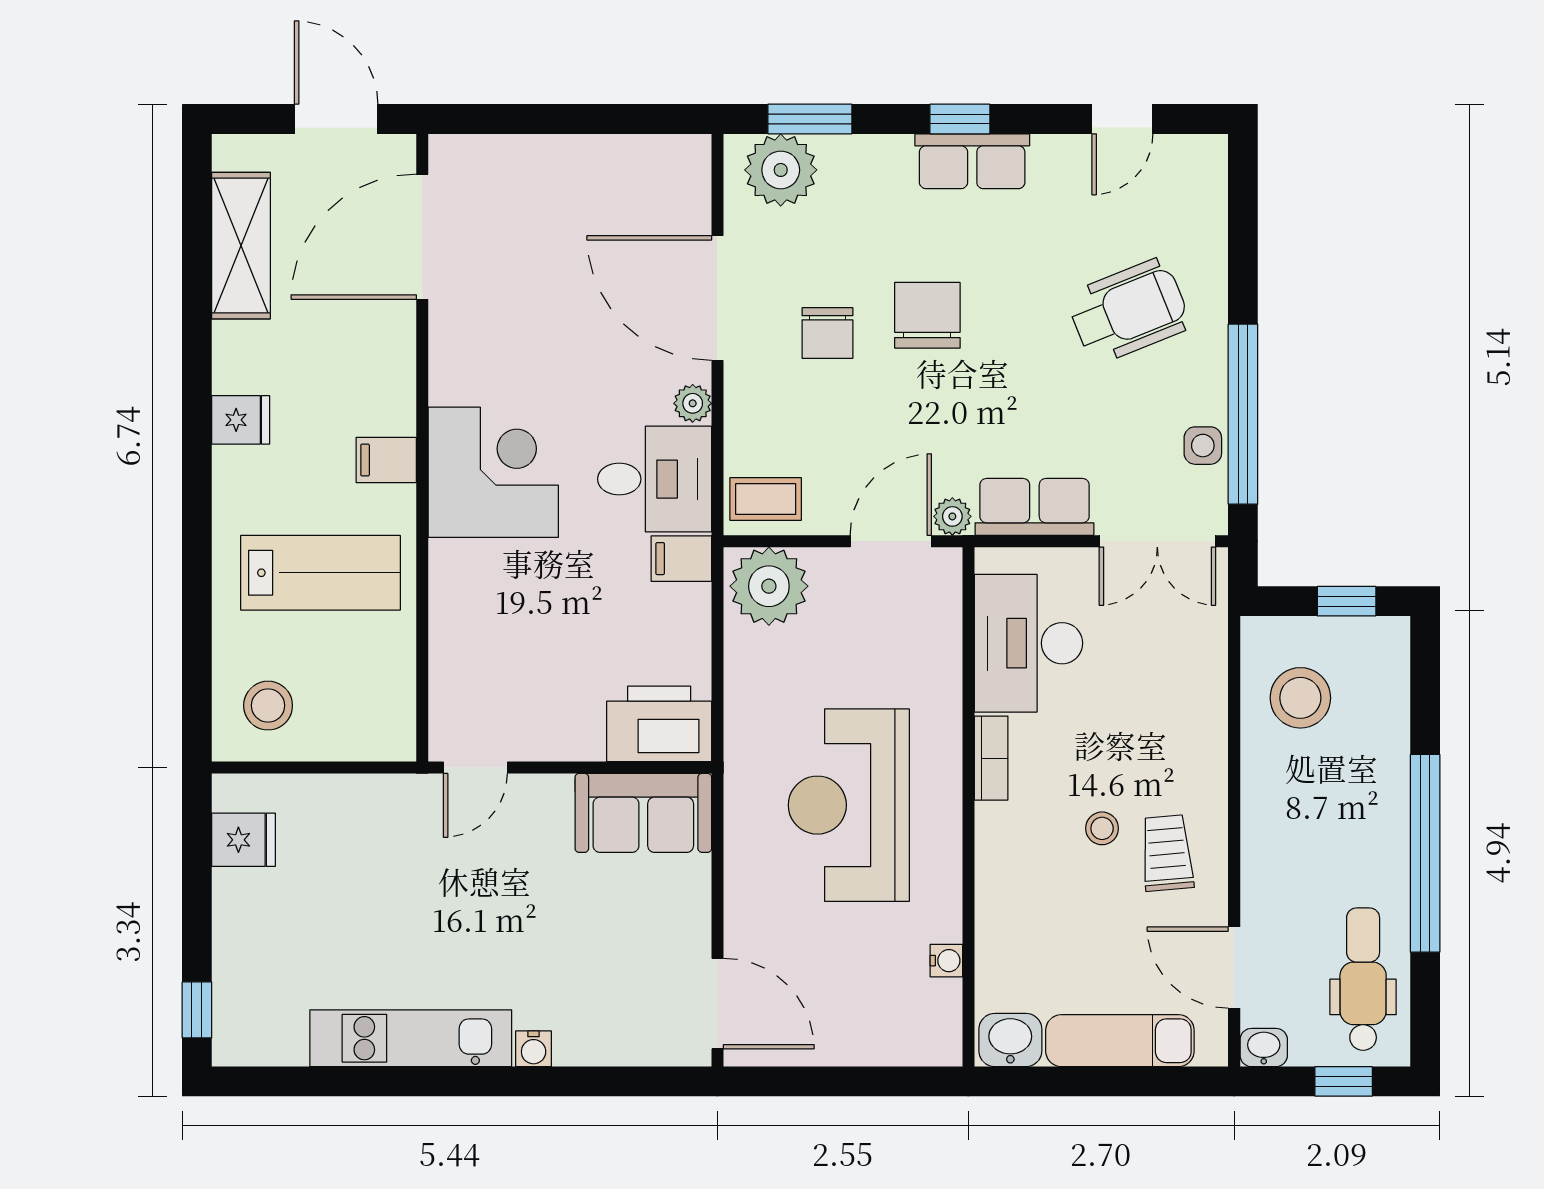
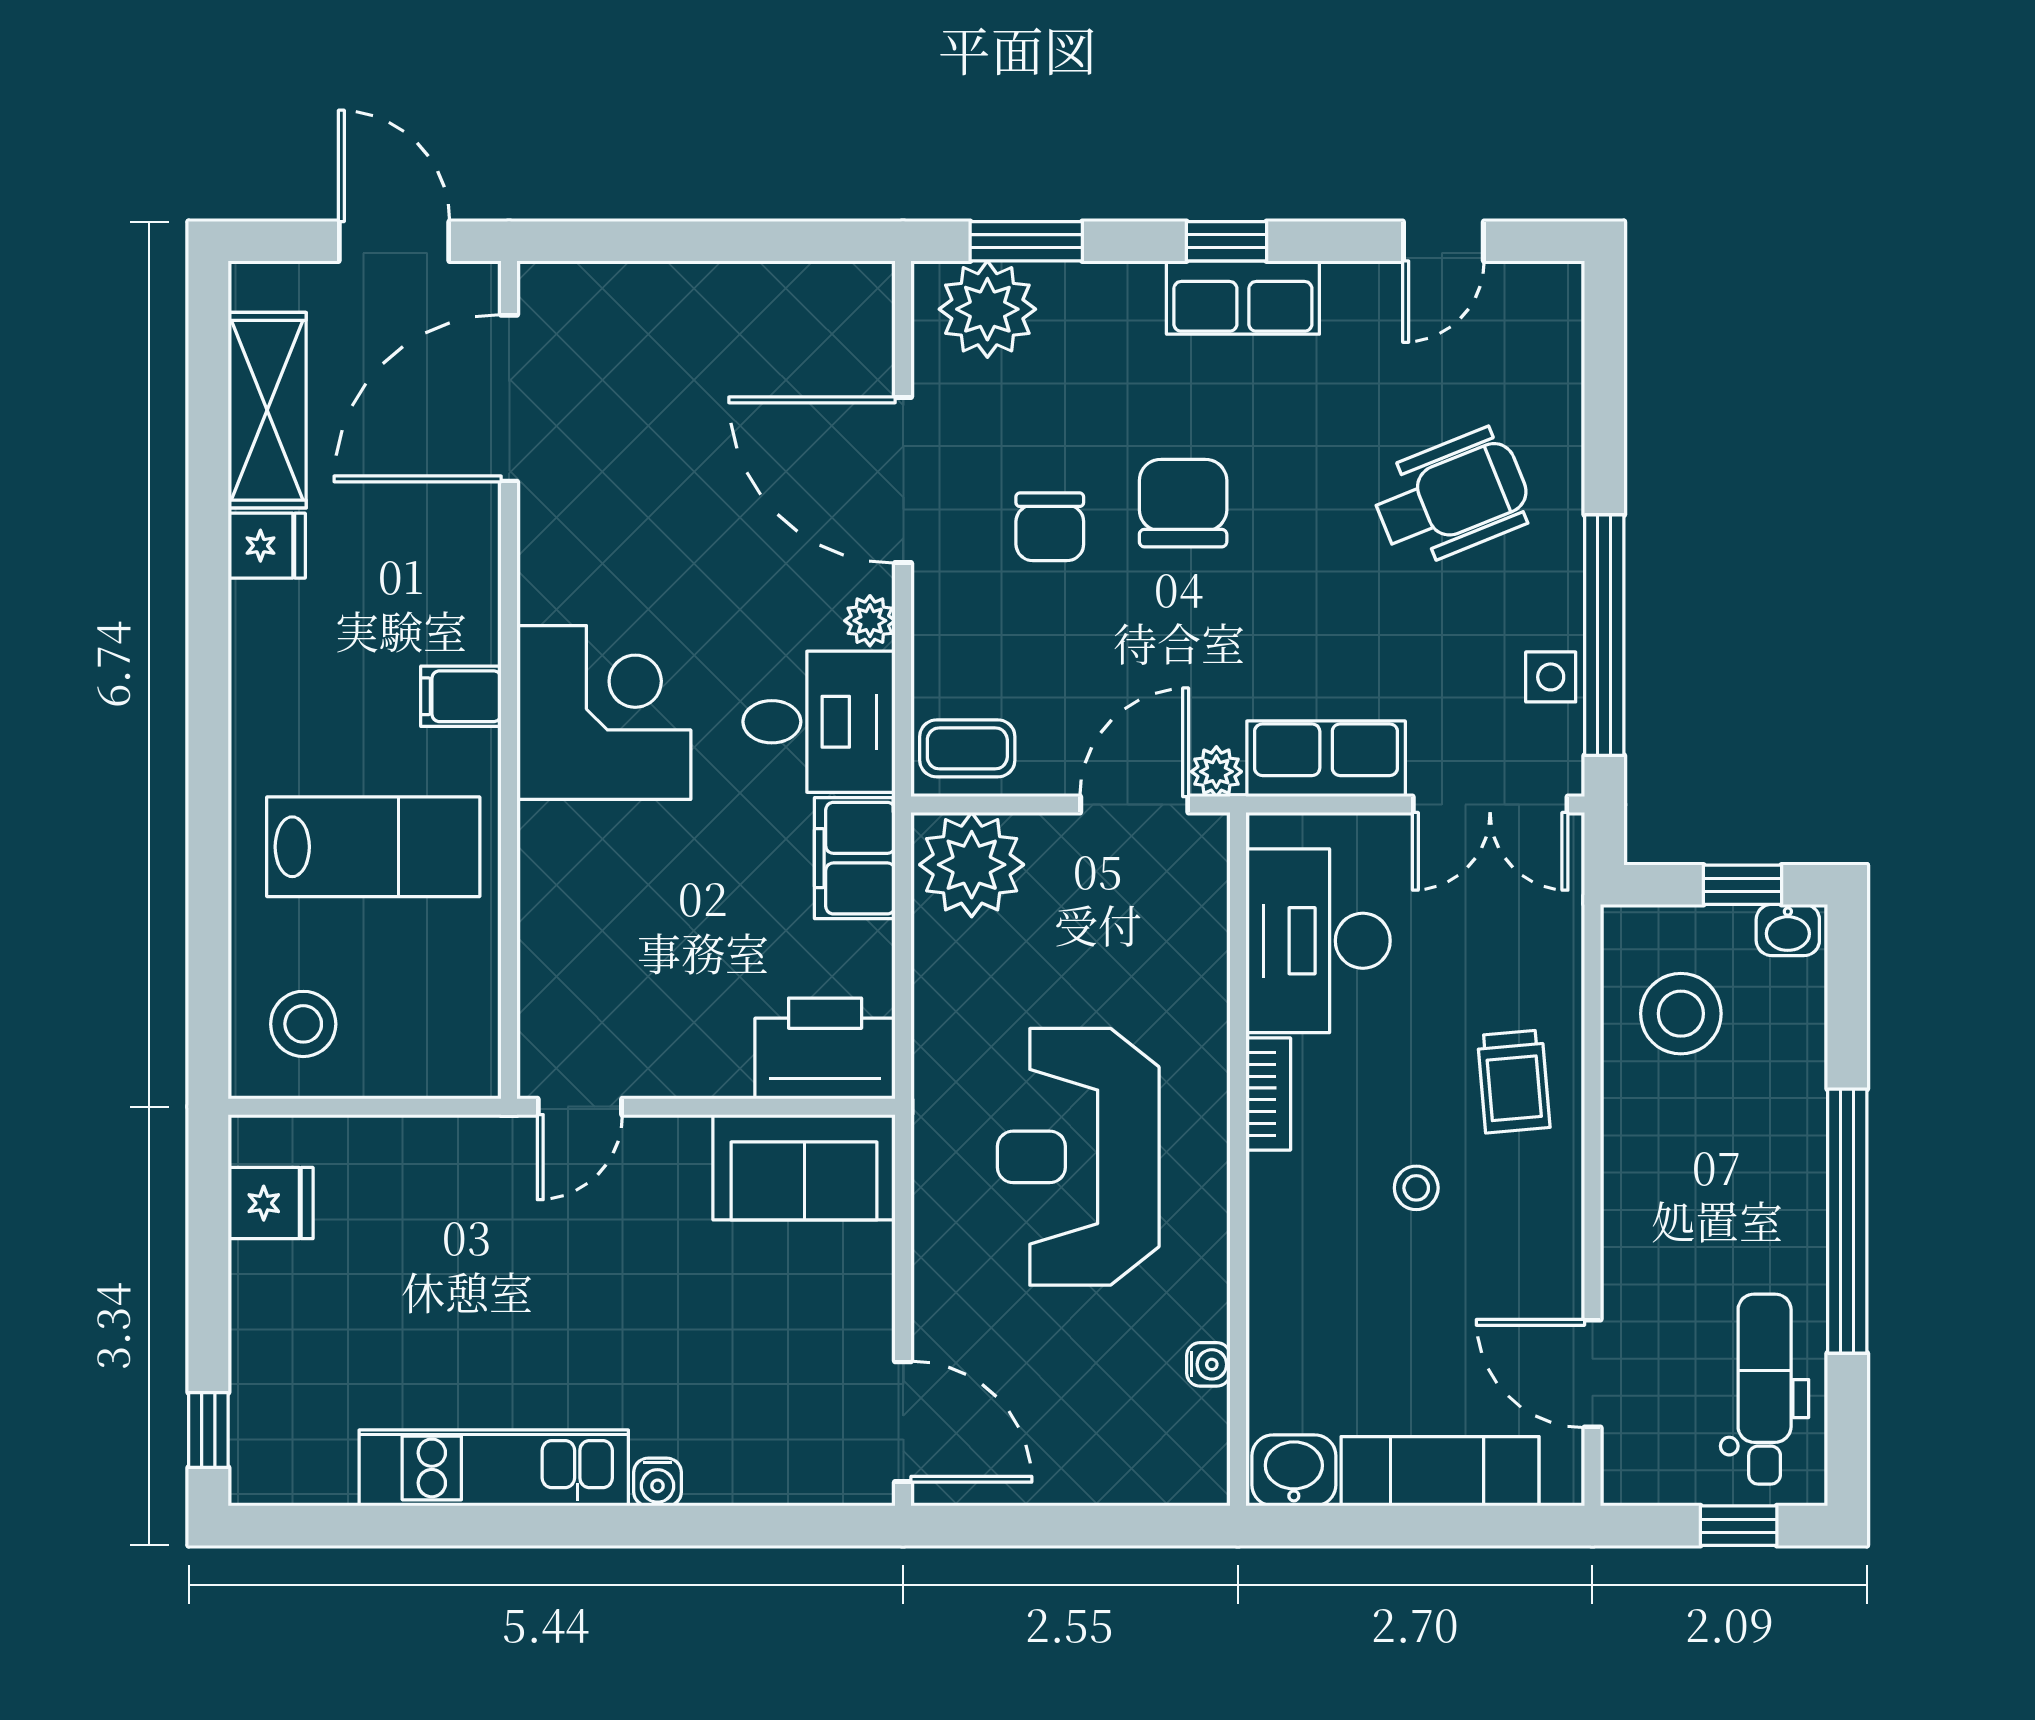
fridge: (241, 420) -> (267, 546), moved
filing cabinet: (681, 559) -> (855, 858), width x2.00
trolley: (1167, 853) -> (1514, 1081), moved, turned 180
washbasin: (1264, 1048) -> (1788, 930), moved, turned 180

